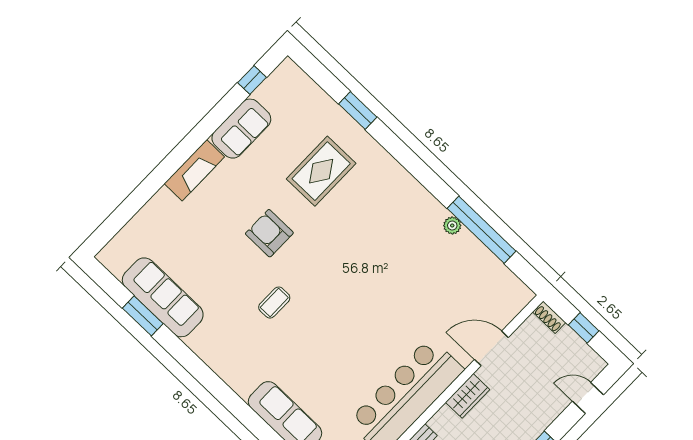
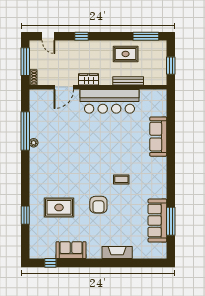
fireplace: (194, 170) -> (117, 253), moved
window: (143, 316) -> (171, 221), width x1.44
window: (584, 328) -> (25, 62), width x2.17
door: (491, 348) -> (64, 87), hinge flipped

